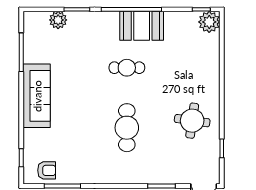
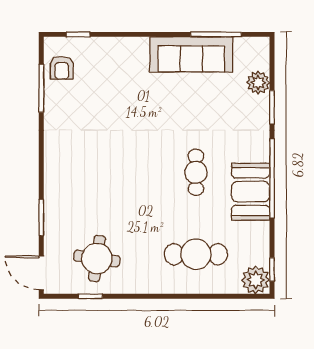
sofa: (37, 96) -> (191, 54), moved
round table: (192, 121) -> (97, 258), moved
cafe table: (127, 128) -> (196, 254), moved

